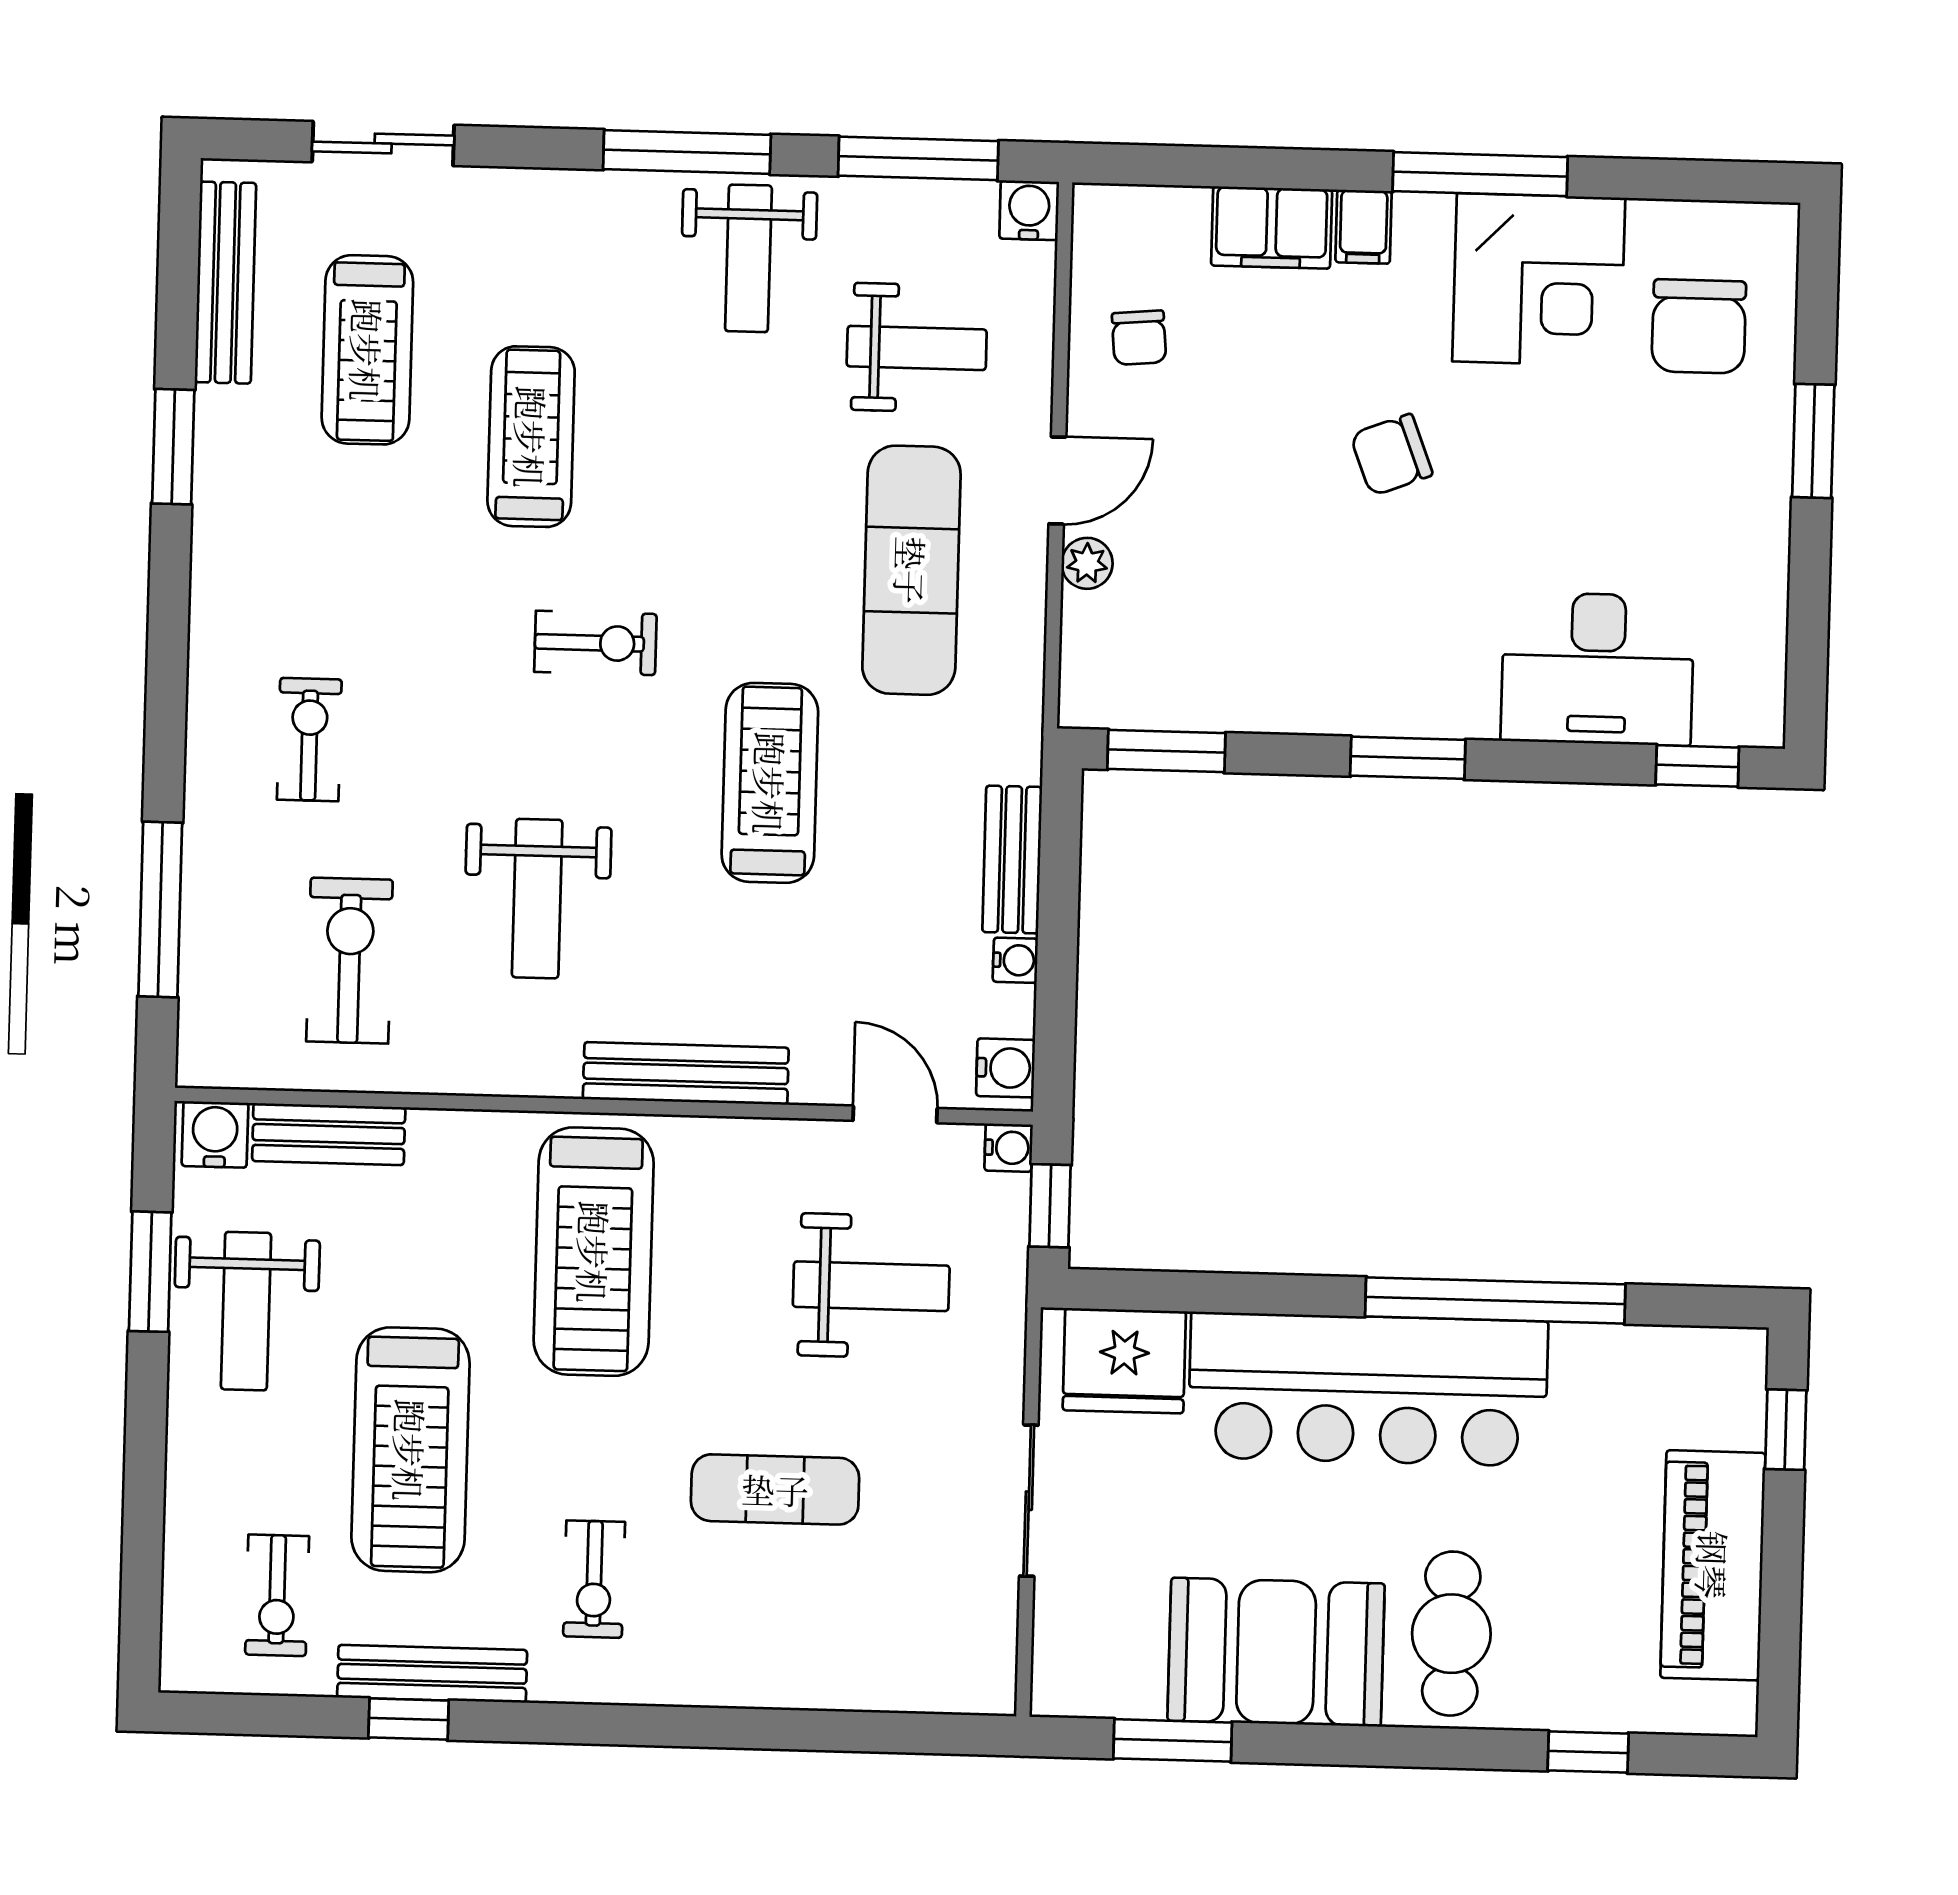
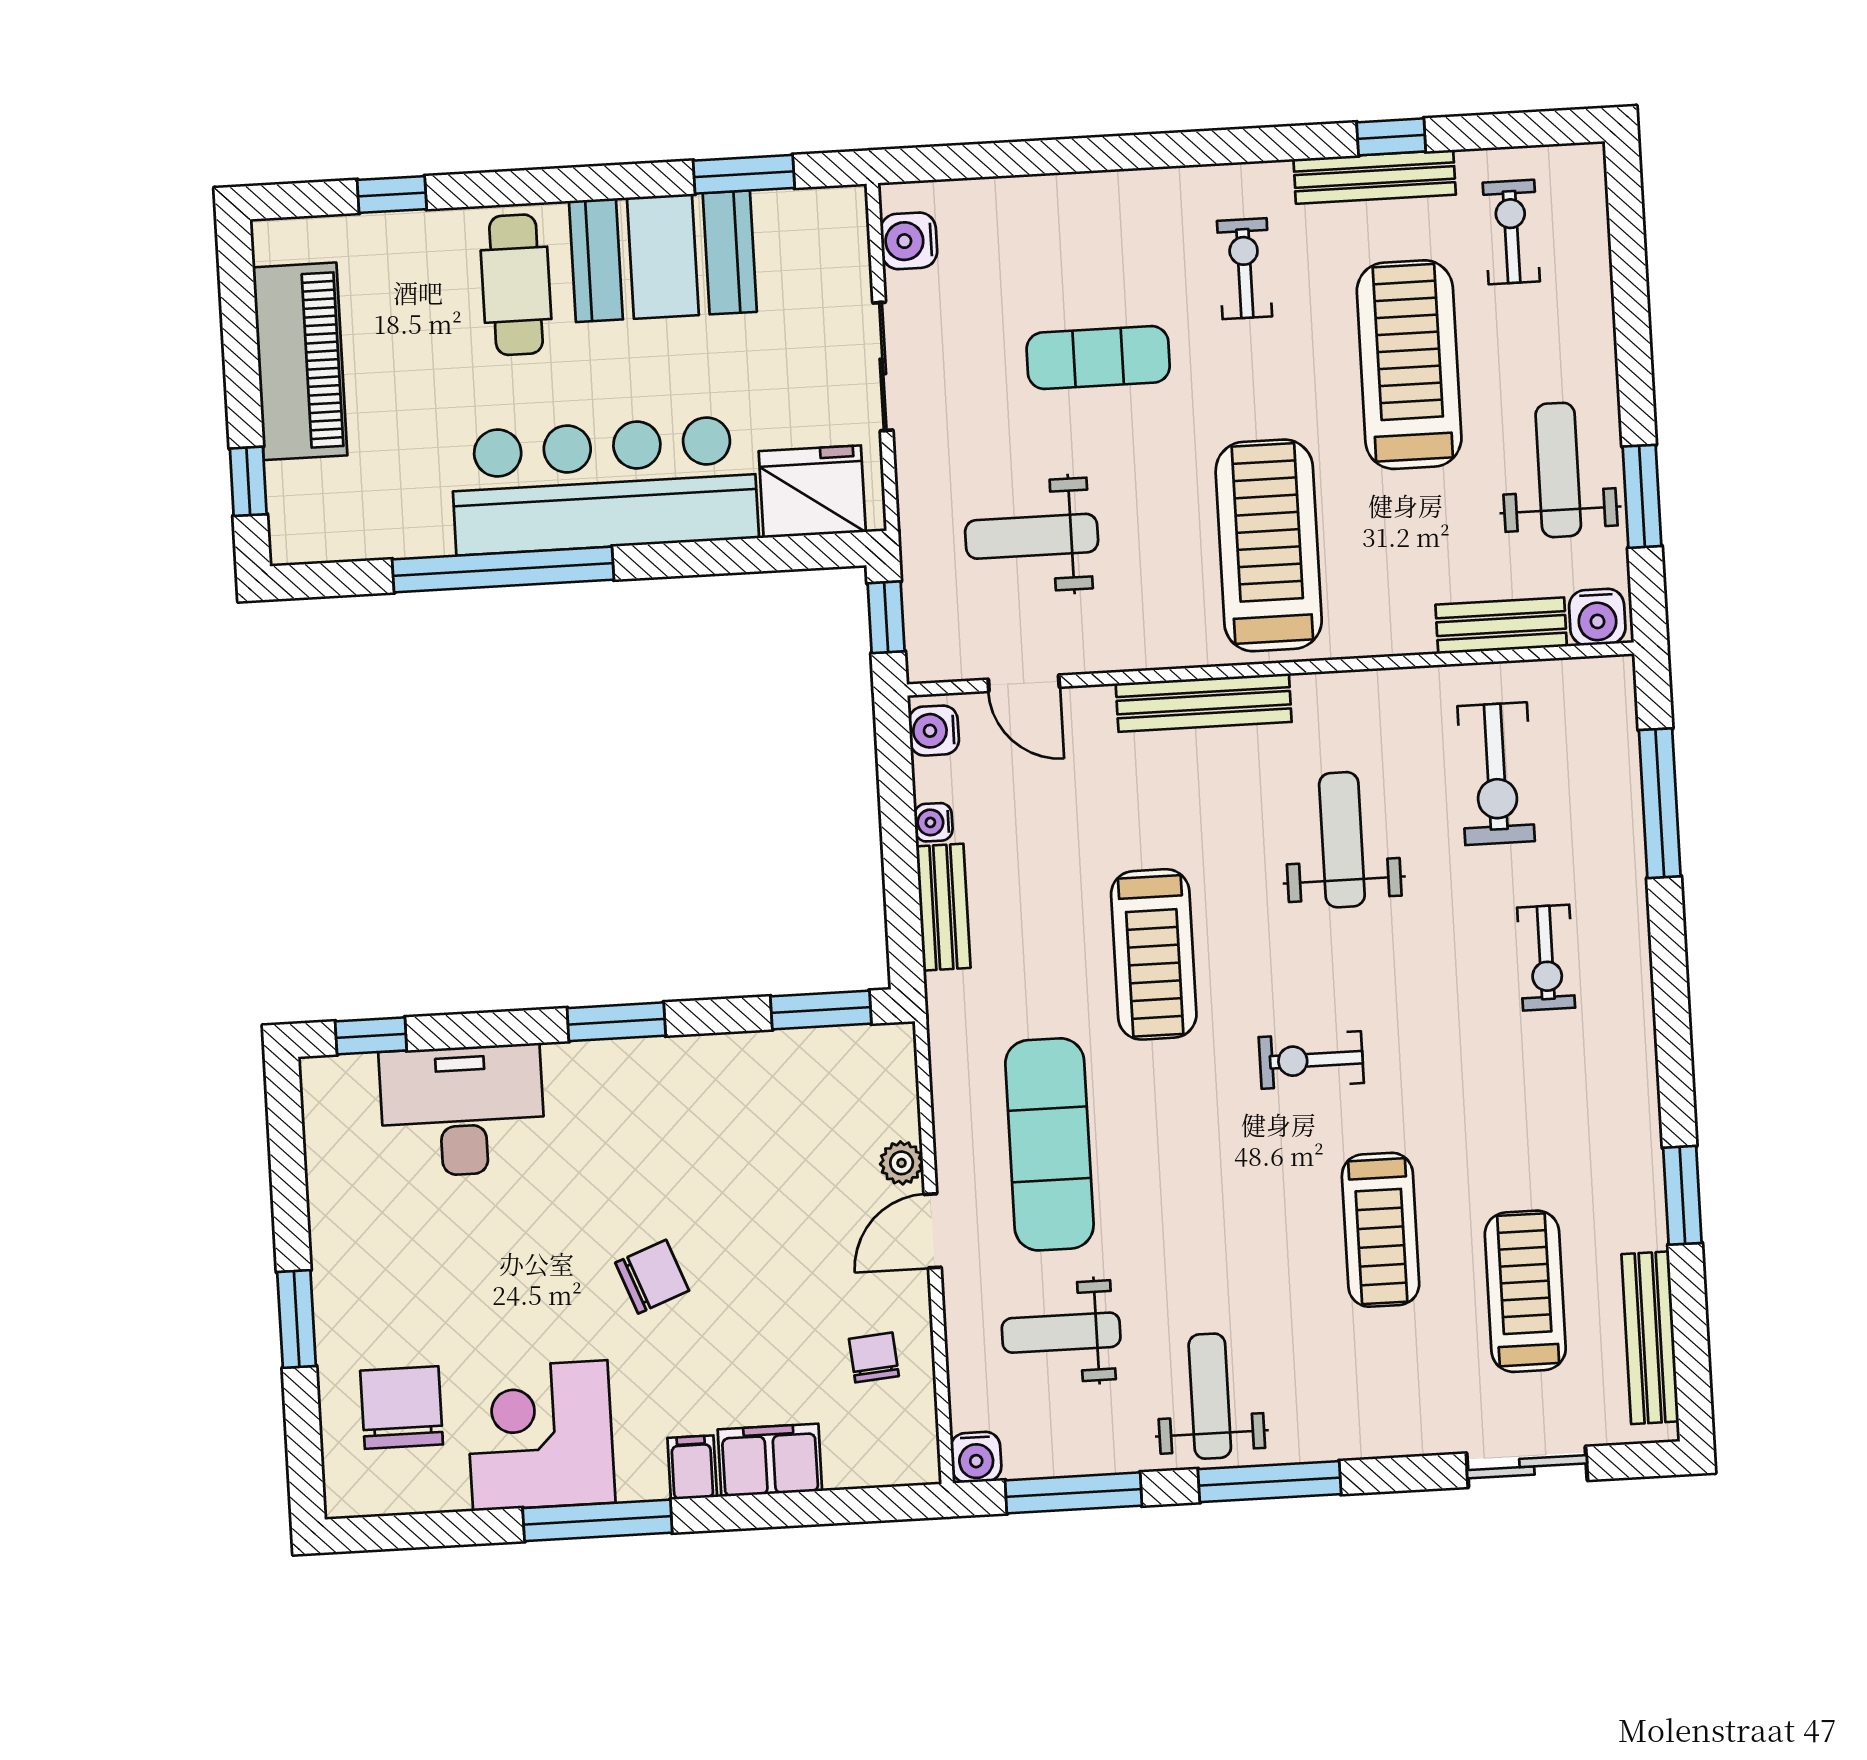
water cooler: (1009, 1148) -> (909, 241), moved, width x1.38, depth x1.38

